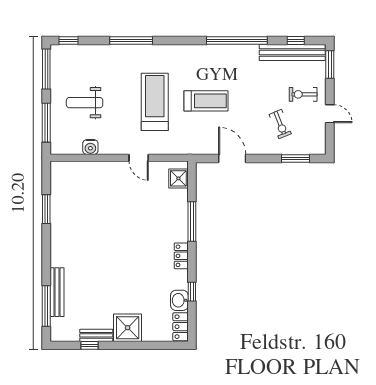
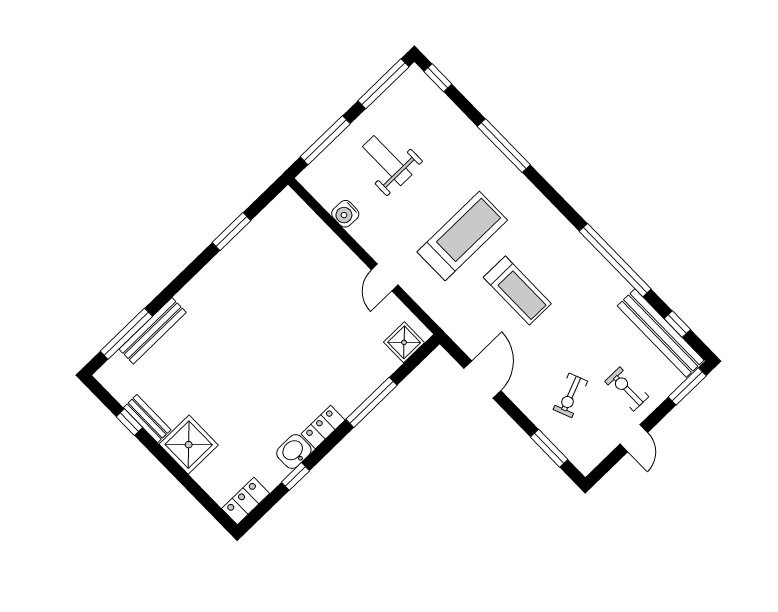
washbasin: (179, 300) -> (294, 452), moved

